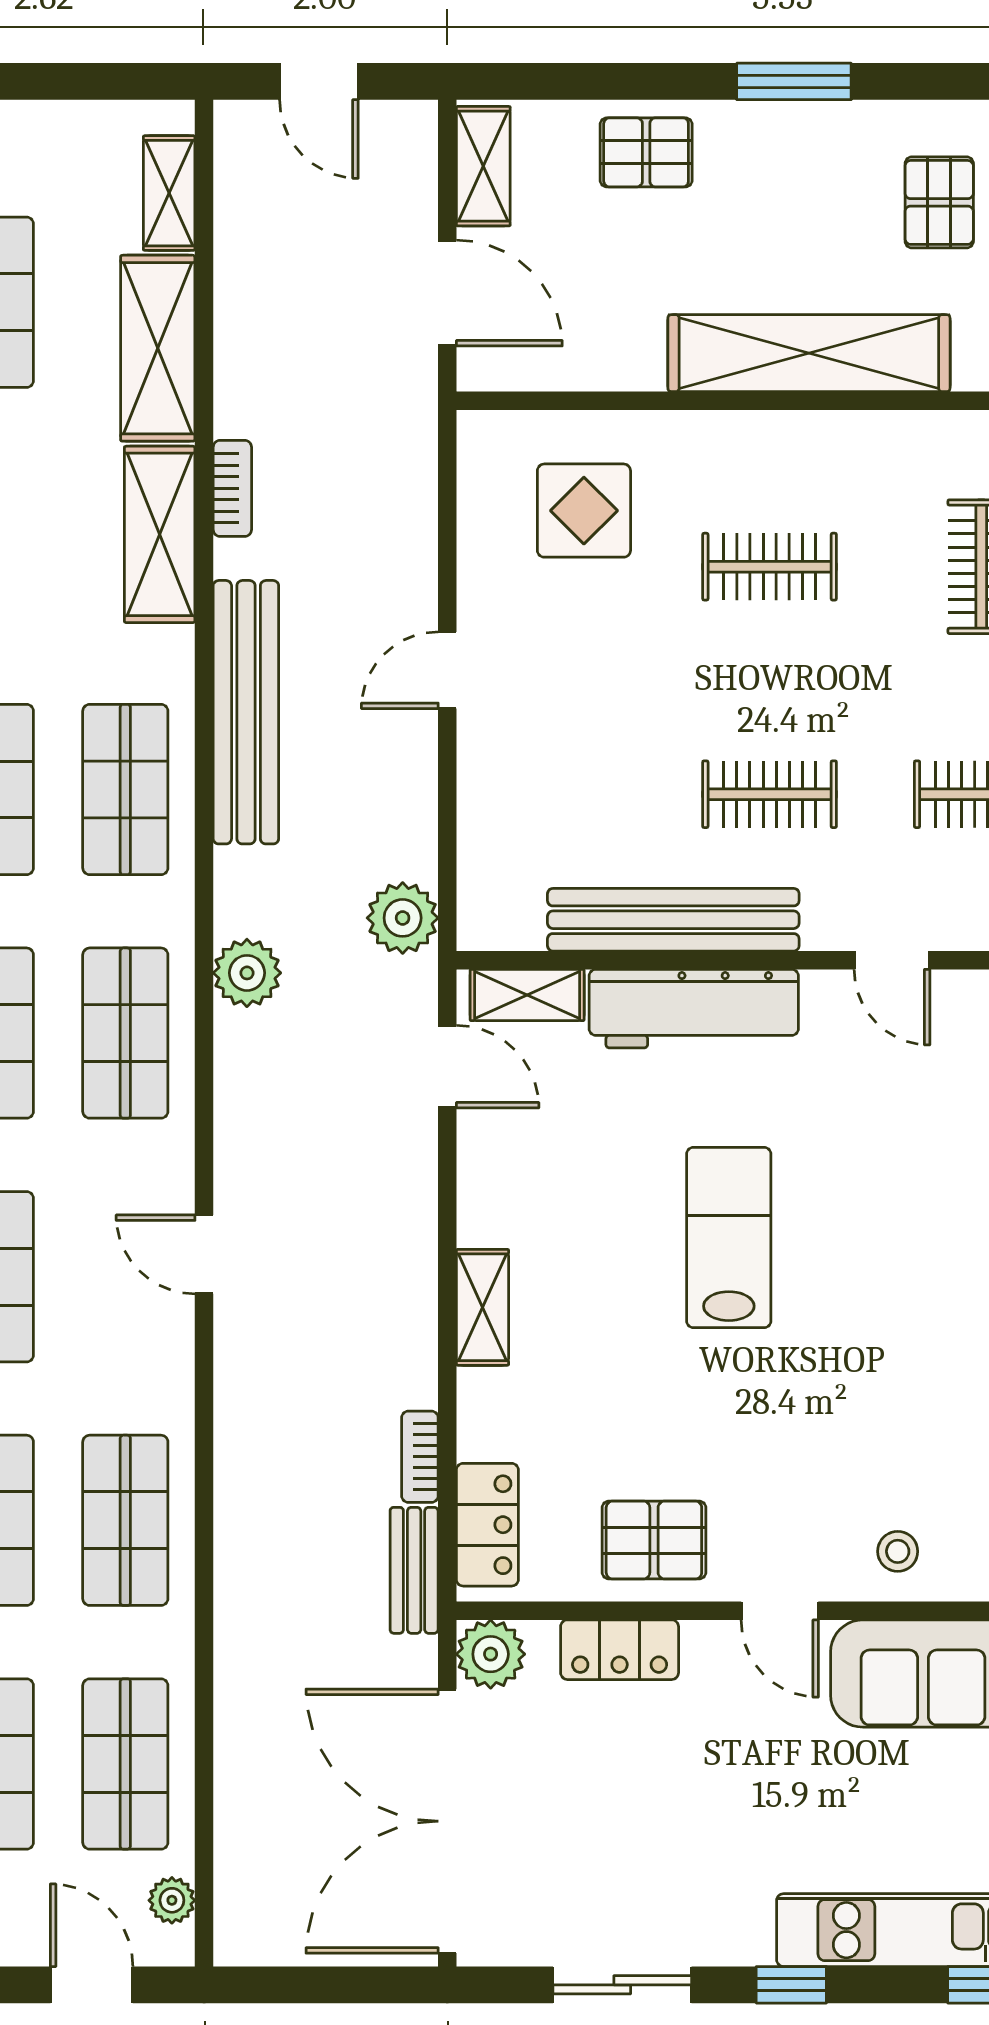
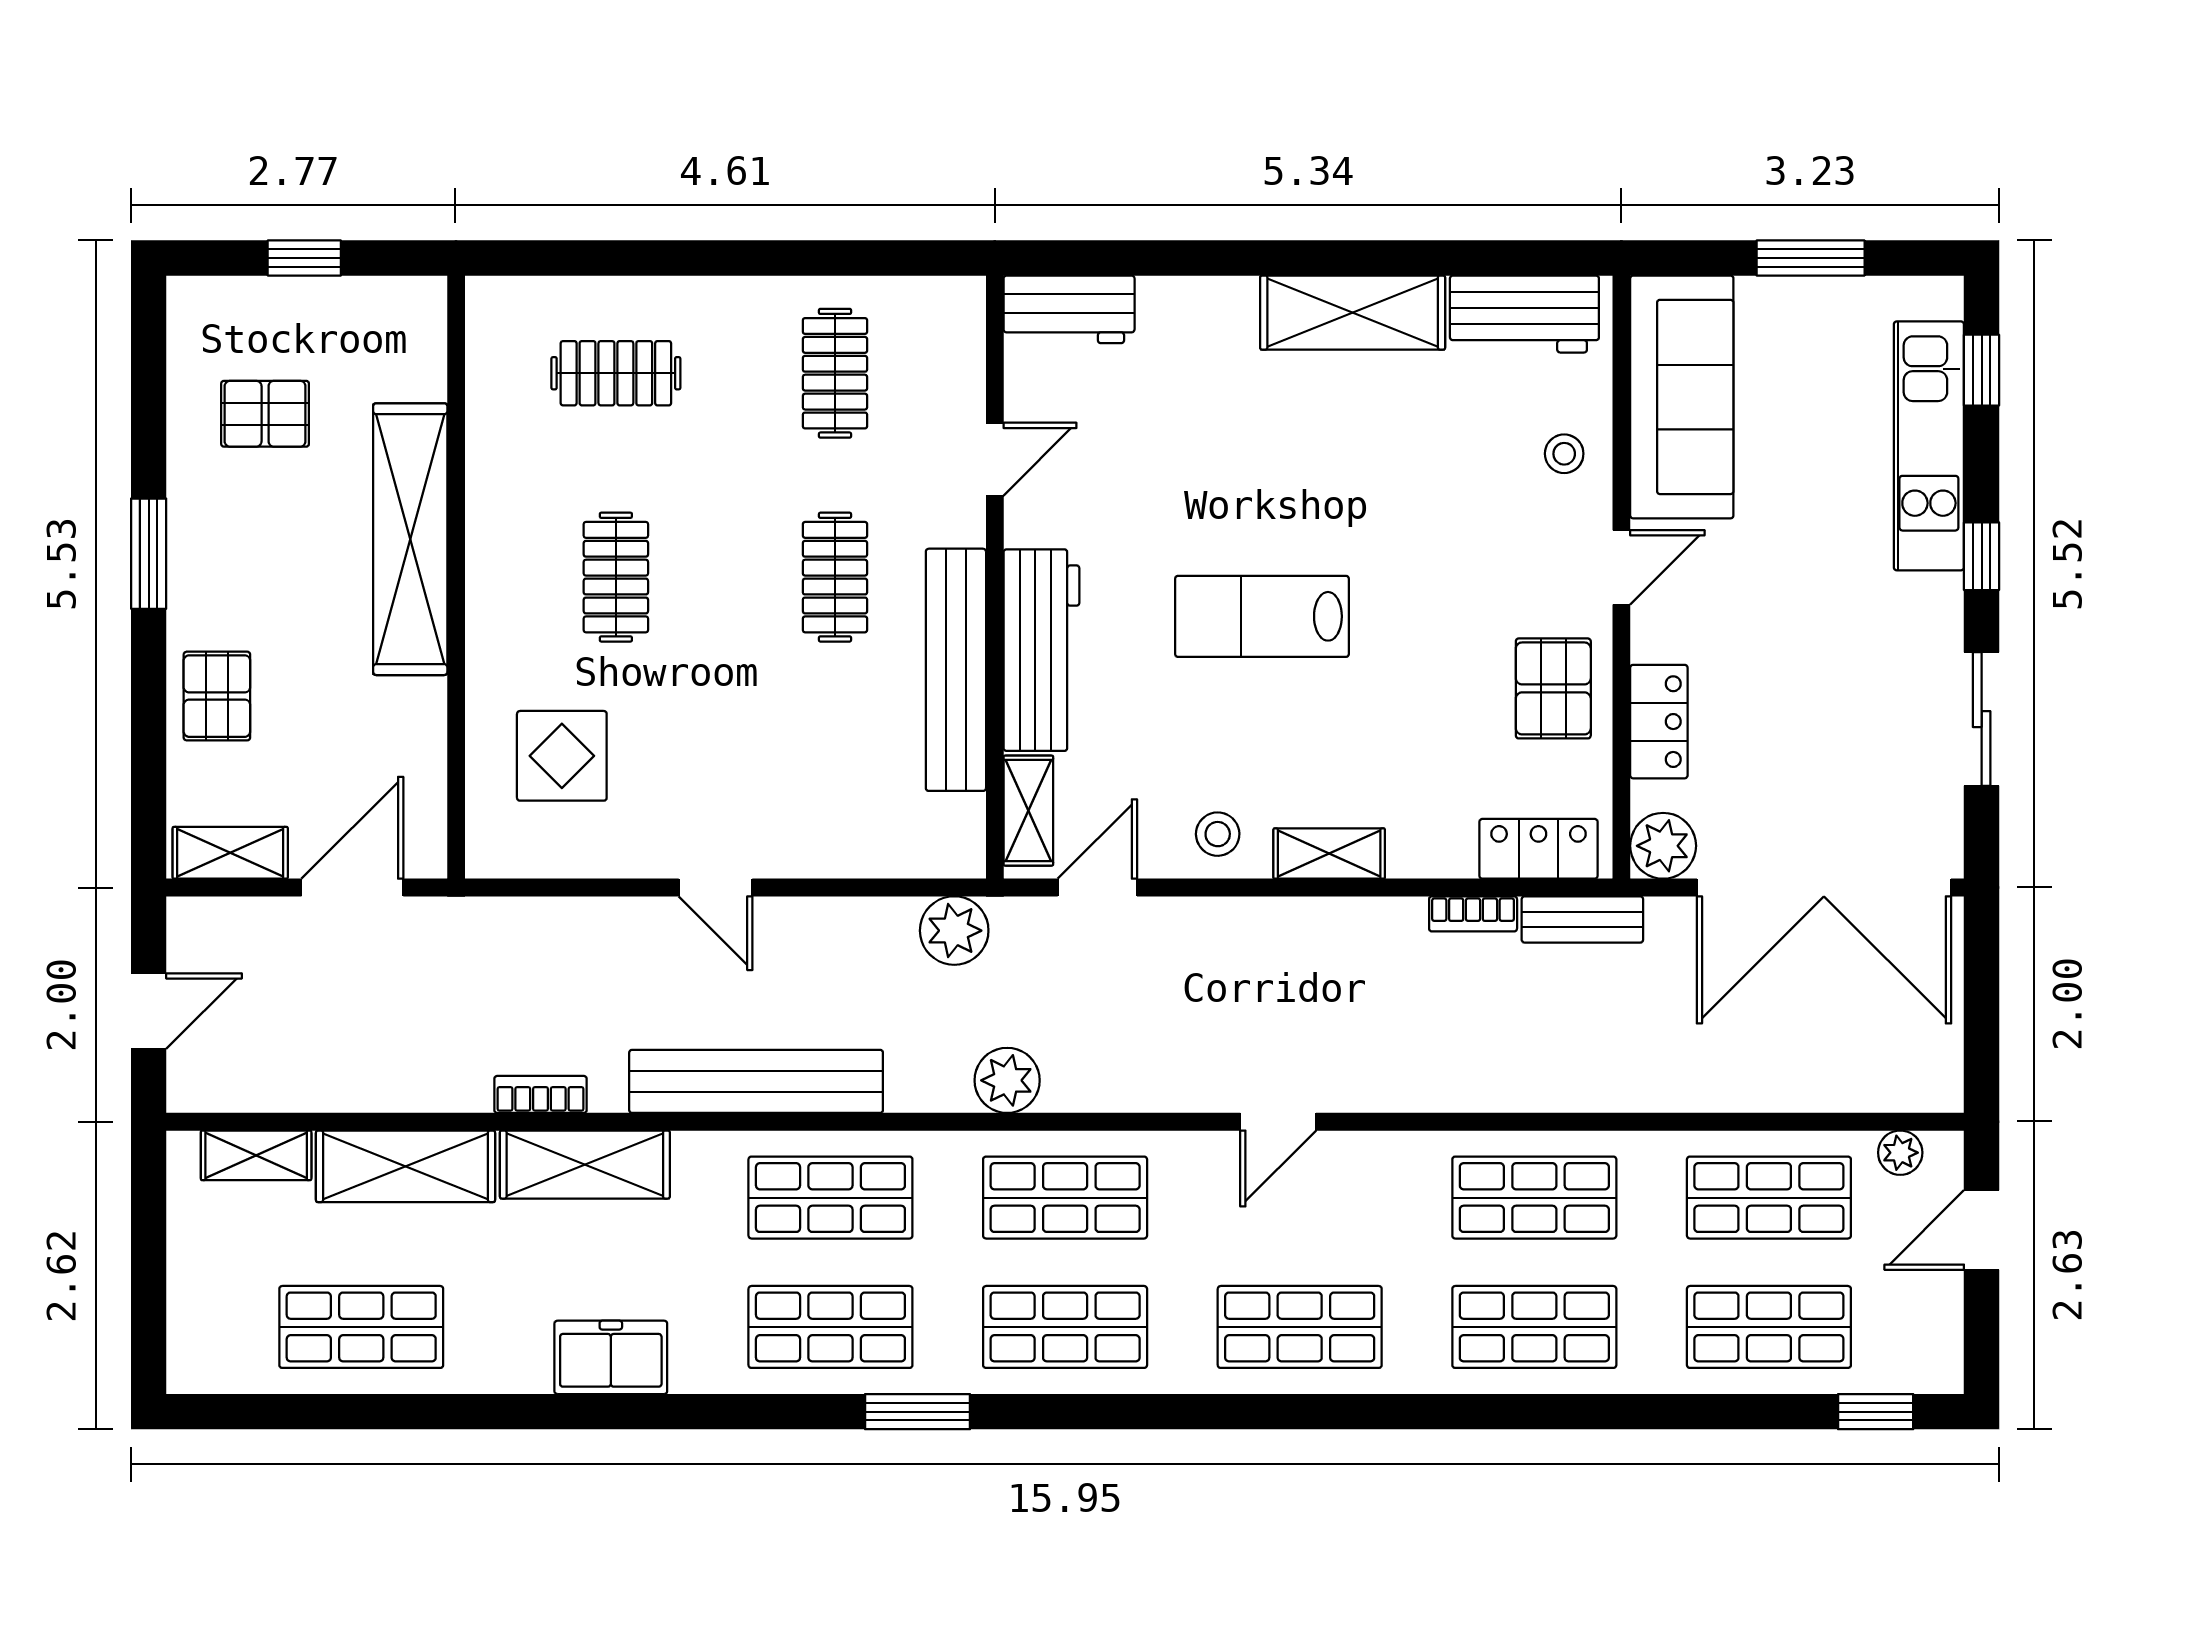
stool: (503, 1192) -> (1218, 834), added

